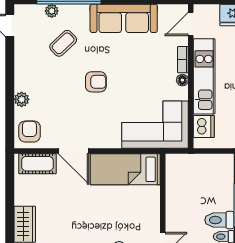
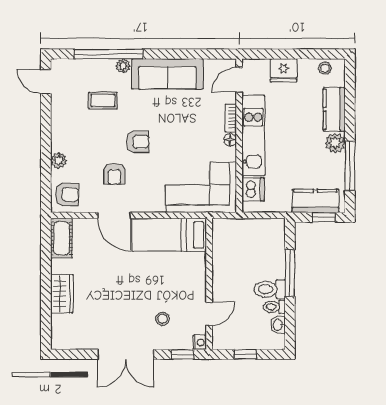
plant: (52, 11) -> (123, 66), moved
coffee table: (63, 43) -> (103, 101), turned 43
armchair: (74, 112) -> (114, 174), added
armchair: (30, 131) -> (67, 195), turned 90
cot: (37, 164) -> (61, 238), moved, turned 90

